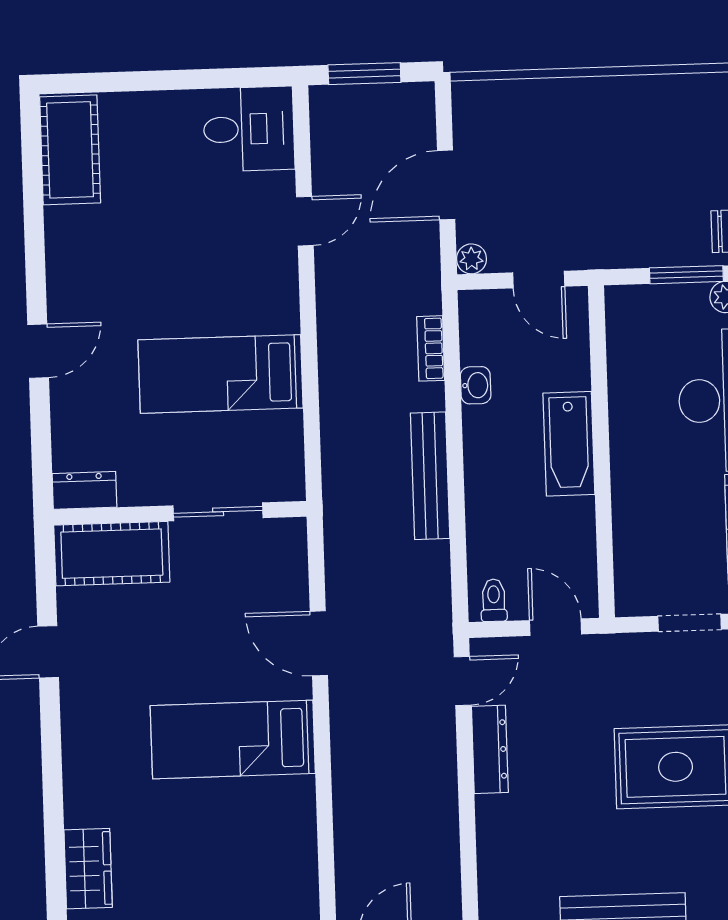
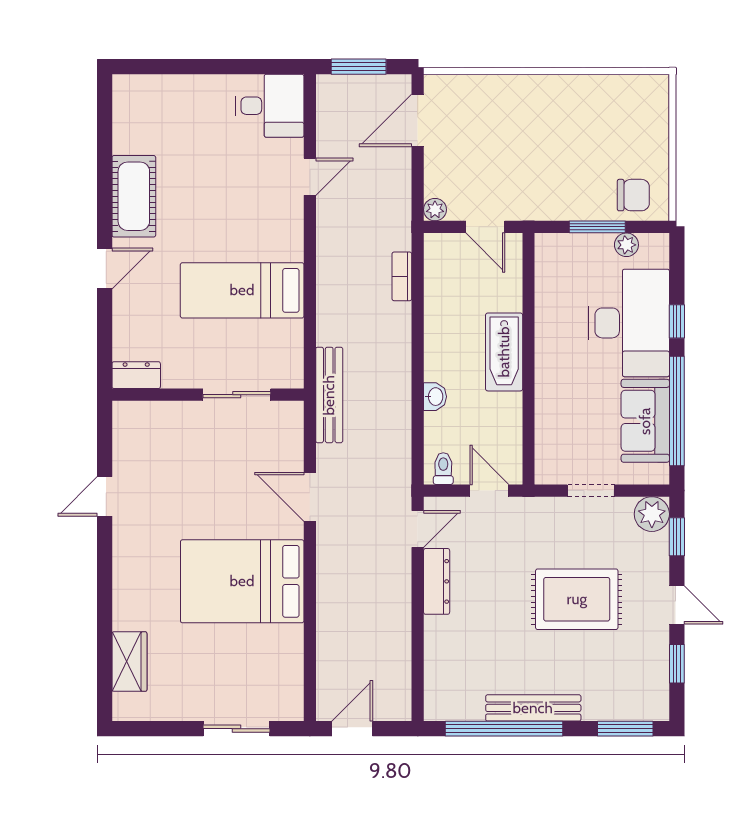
cot: (70, 150) -> (134, 196), moved
door: (446, 185) -> (418, 120), moved
washbasin: (476, 385) -> (435, 397), moved
bench: (430, 476) -> (329, 395), moved
cot: (112, 554) -> (155, 424), removed
bed: (233, 739) -> (242, 581), width x1.50

